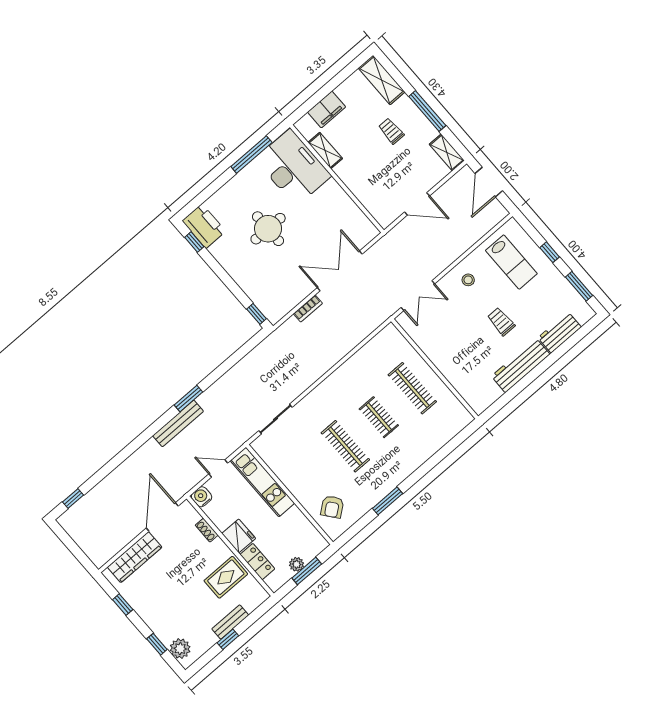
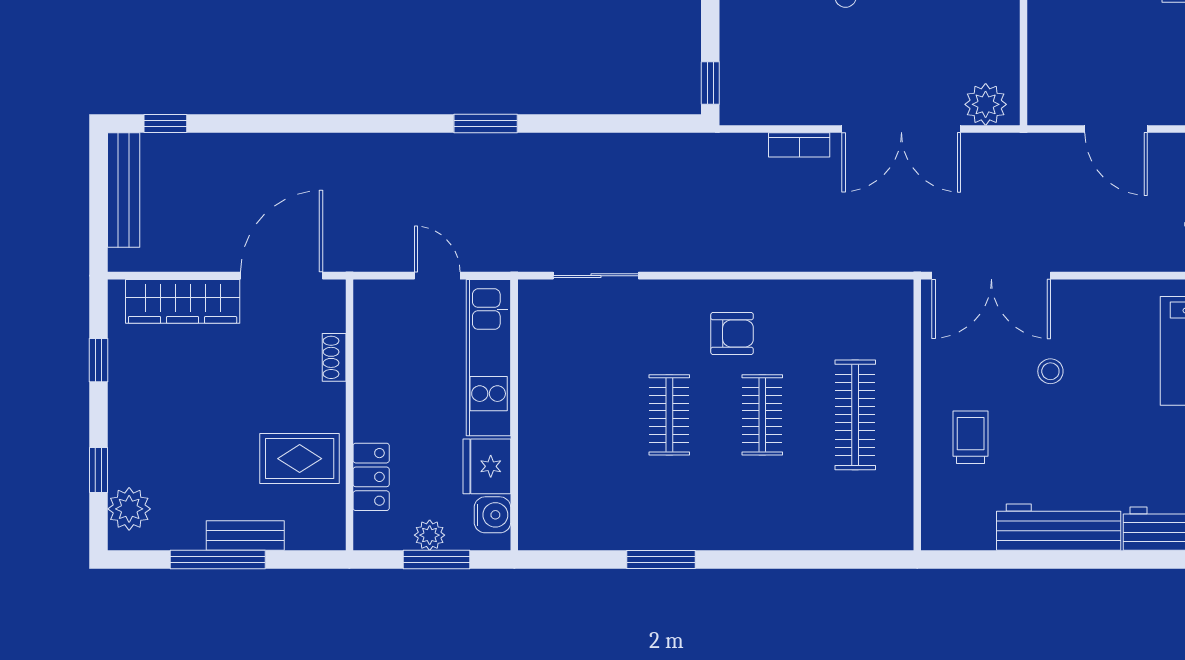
plant: (362, 236) -> (986, 104), added
double door: (340, 271) -> (901, 129), swing flipped
stool: (468, 280) -> (1050, 371), moved
double door: (418, 296) -> (991, 276), width x1.37
trolley: (501, 322) -> (971, 437), moved
bench: (178, 423) -> (124, 190), moved, turned 90
clothes rail: (345, 446) -> (669, 415), width x0.73
water cooler: (202, 497) -> (492, 515), moved, turned 90
armchair: (332, 507) -> (732, 334), moved, turned -142
fridge: (239, 536) -> (487, 466), moved, turned 180
window: (228, 639) -> (218, 560), width x2.17

